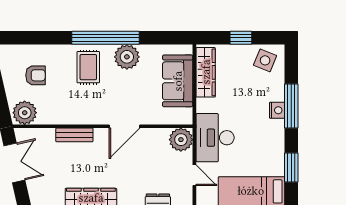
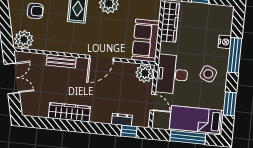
side table: (265, 60) -> (208, 74), moved
sofa: (178, 81) -> (146, 40), moved
nightstand: (277, 110) -> (225, 42), moved

